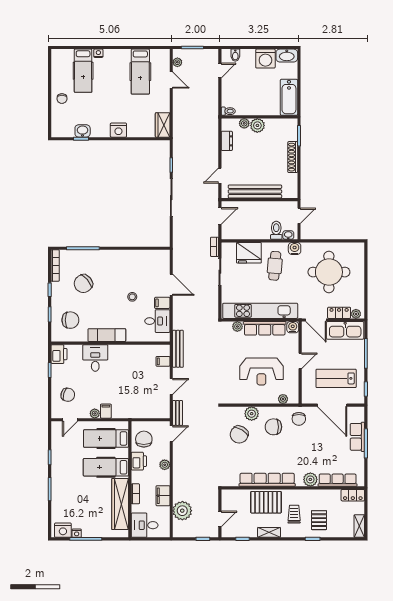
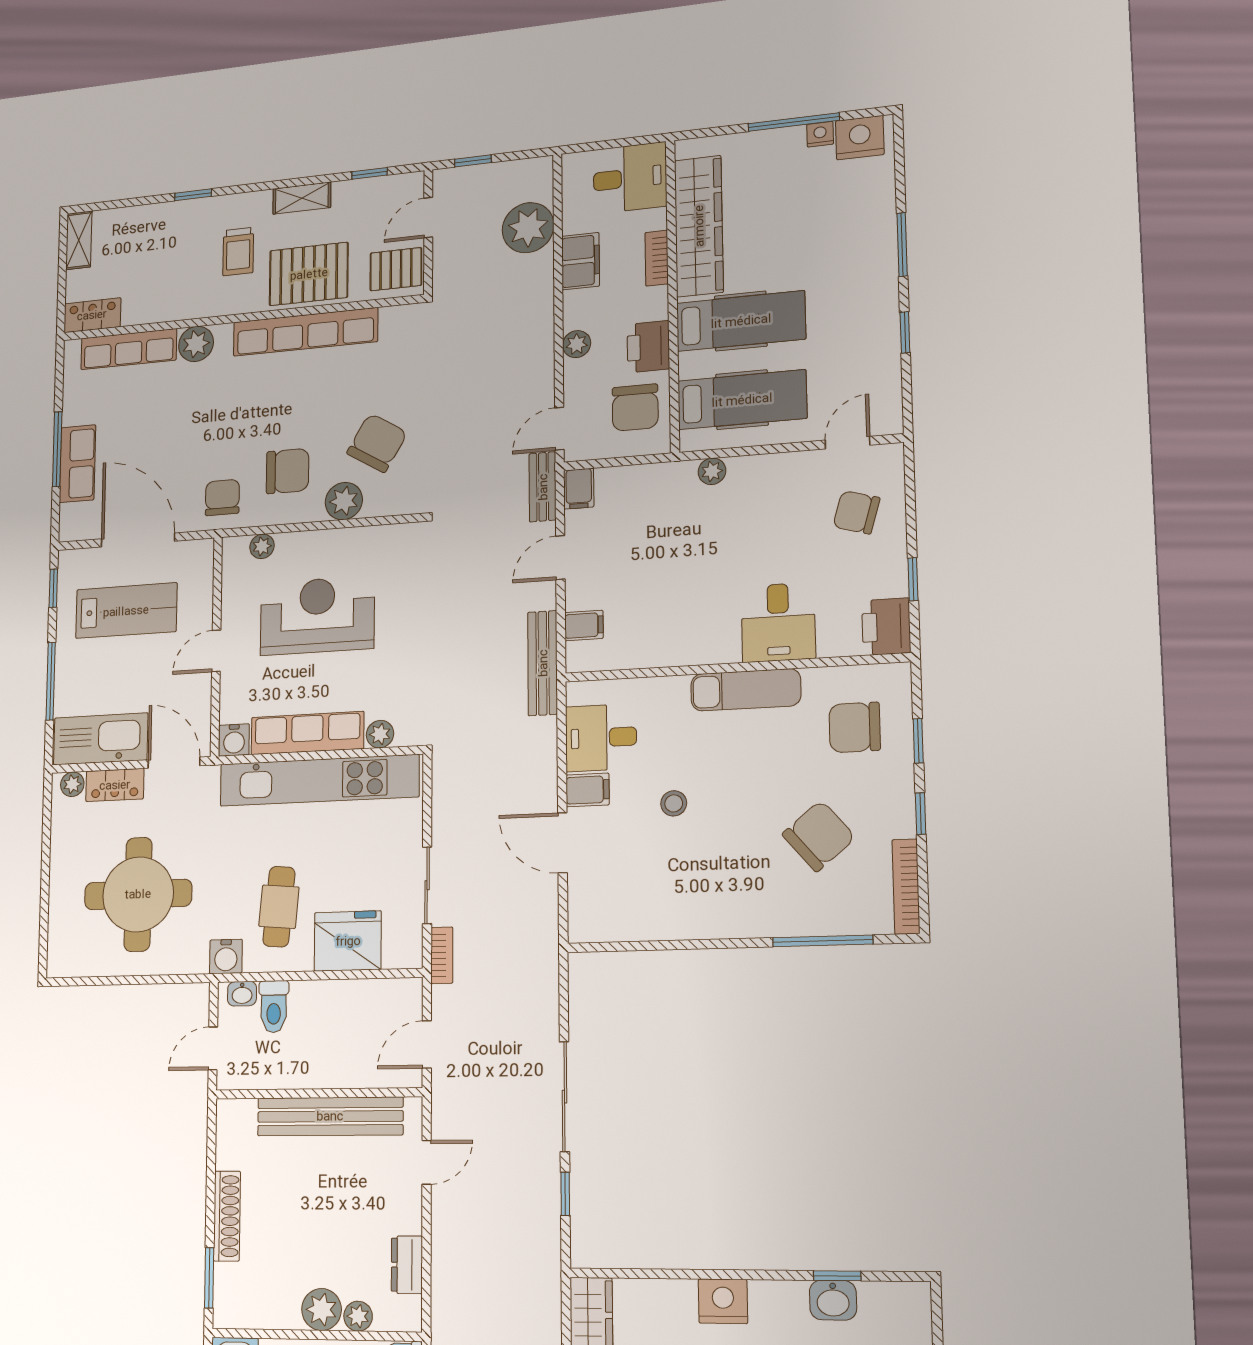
filing cabinet: (106, 411) -> (579, 489), moved
plant: (95, 413) -> (712, 471), moved
pallet: (319, 520) -> (396, 269), moved, turned 90

